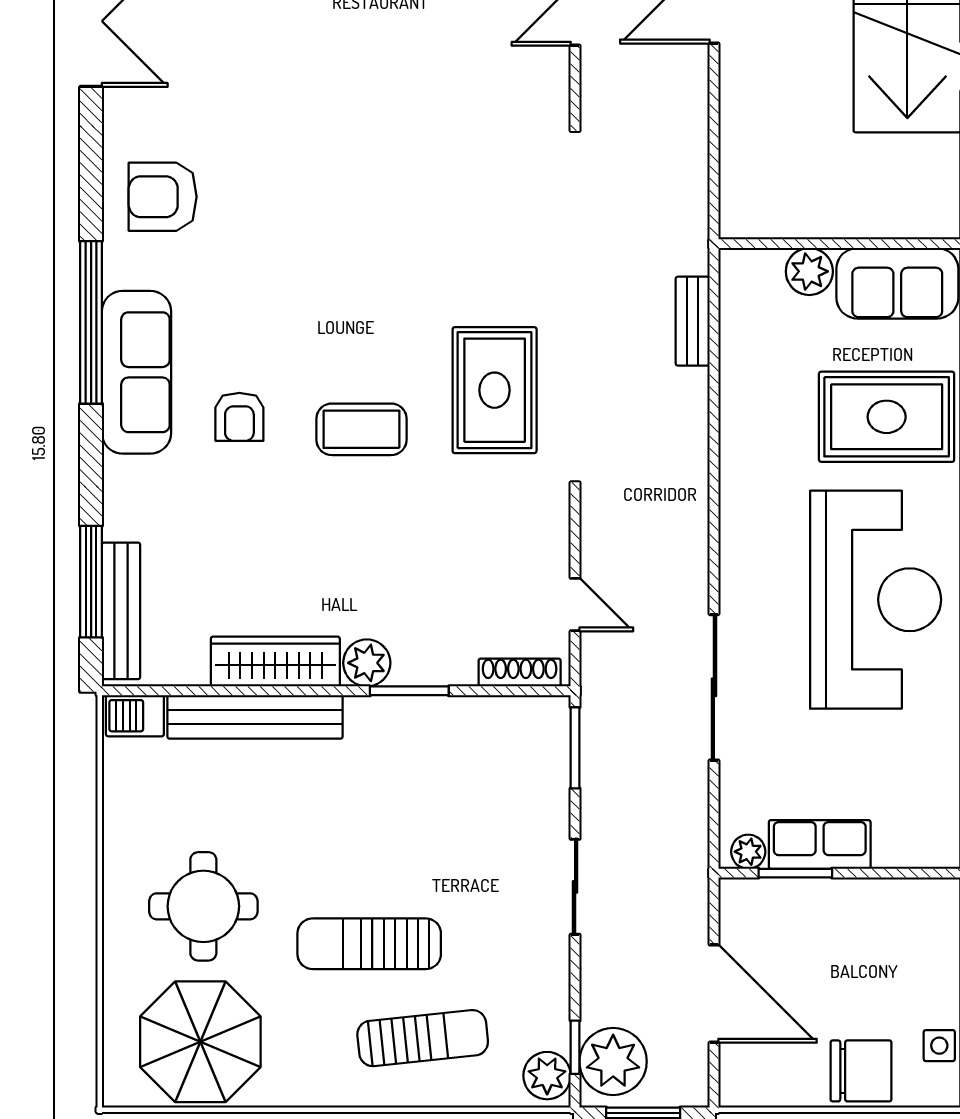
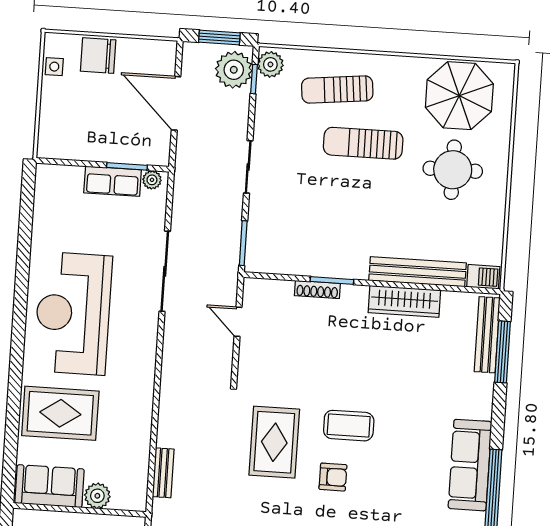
armchair: (239, 417) -> (333, 477), moved, turned 90
plant: (367, 663) -> (354, 297), removed
shoe rack: (520, 673) -> (317, 290), moved
sun lounger: (369, 944) -> (363, 143), turned 180

